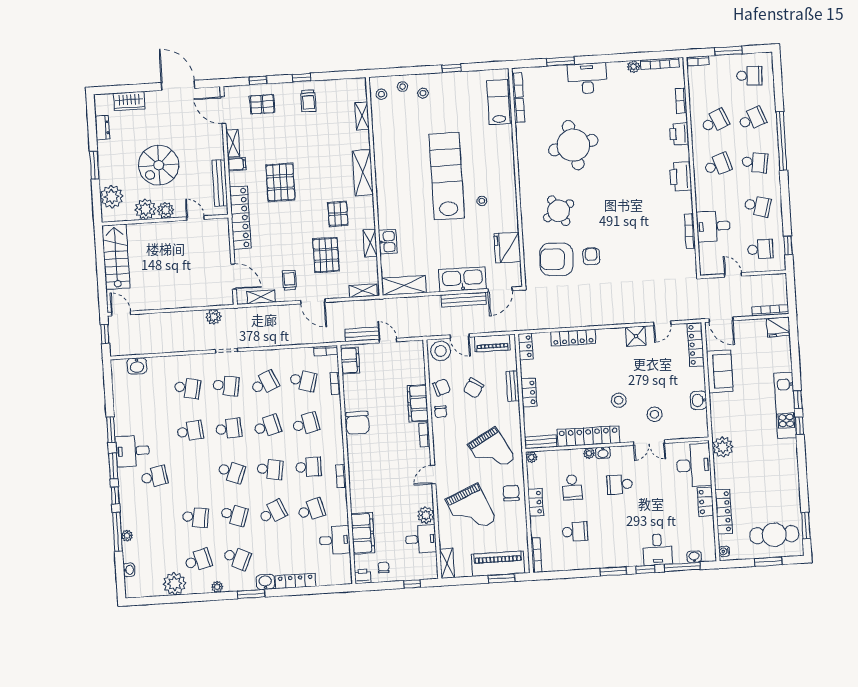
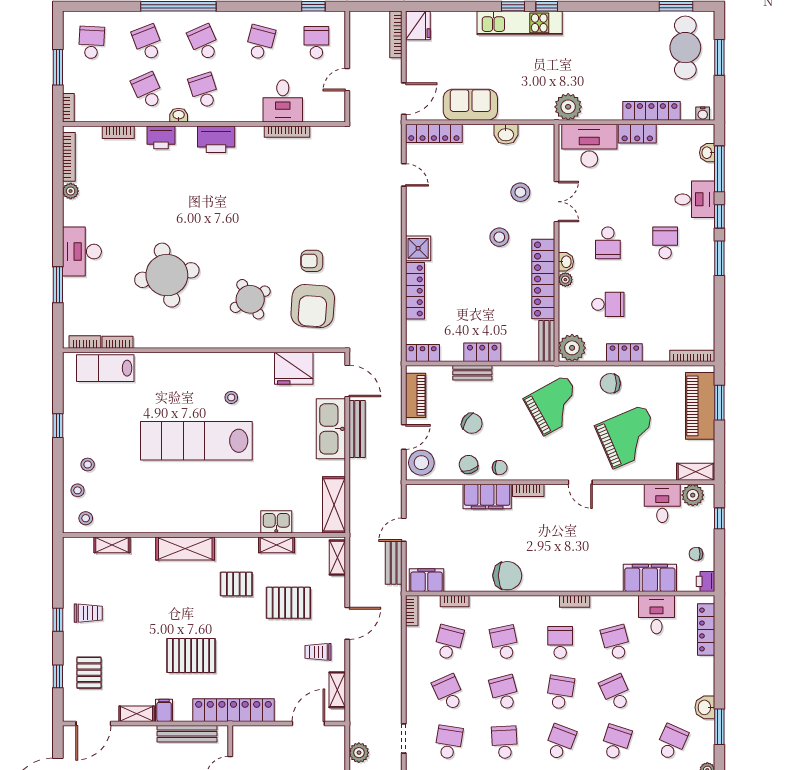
washbasin: (697, 146) -> (179, 115), added
school desk: (755, 162) -> (204, 42), turned -33
shower: (636, 336) -> (418, 248), moved
plant: (531, 457) -> (572, 348), width x1.87, depth x1.87
plant: (426, 515) -> (693, 495), moved
school desk: (575, 532) -> (665, 243), moved
locker: (295, 581) -> (706, 629), moved

